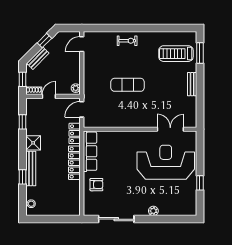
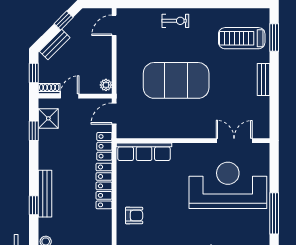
exercise mat: (128, 85) -> (176, 80), width x2.00, depth x1.45
shower: (33, 143) -> (48, 118), moved
row of seats: (90, 151) -> (144, 152), moved, turned 90
window: (200, 183) -> (274, 213), width x2.17

